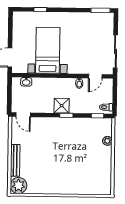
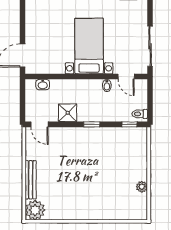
bed with nightstands: (48, 50) -> (89, 46), moved
door: (95, 76) -> (126, 77), hinge flipped
shower: (62, 106) -> (68, 113), moved
plant: (107, 141) -> (142, 187), moved

